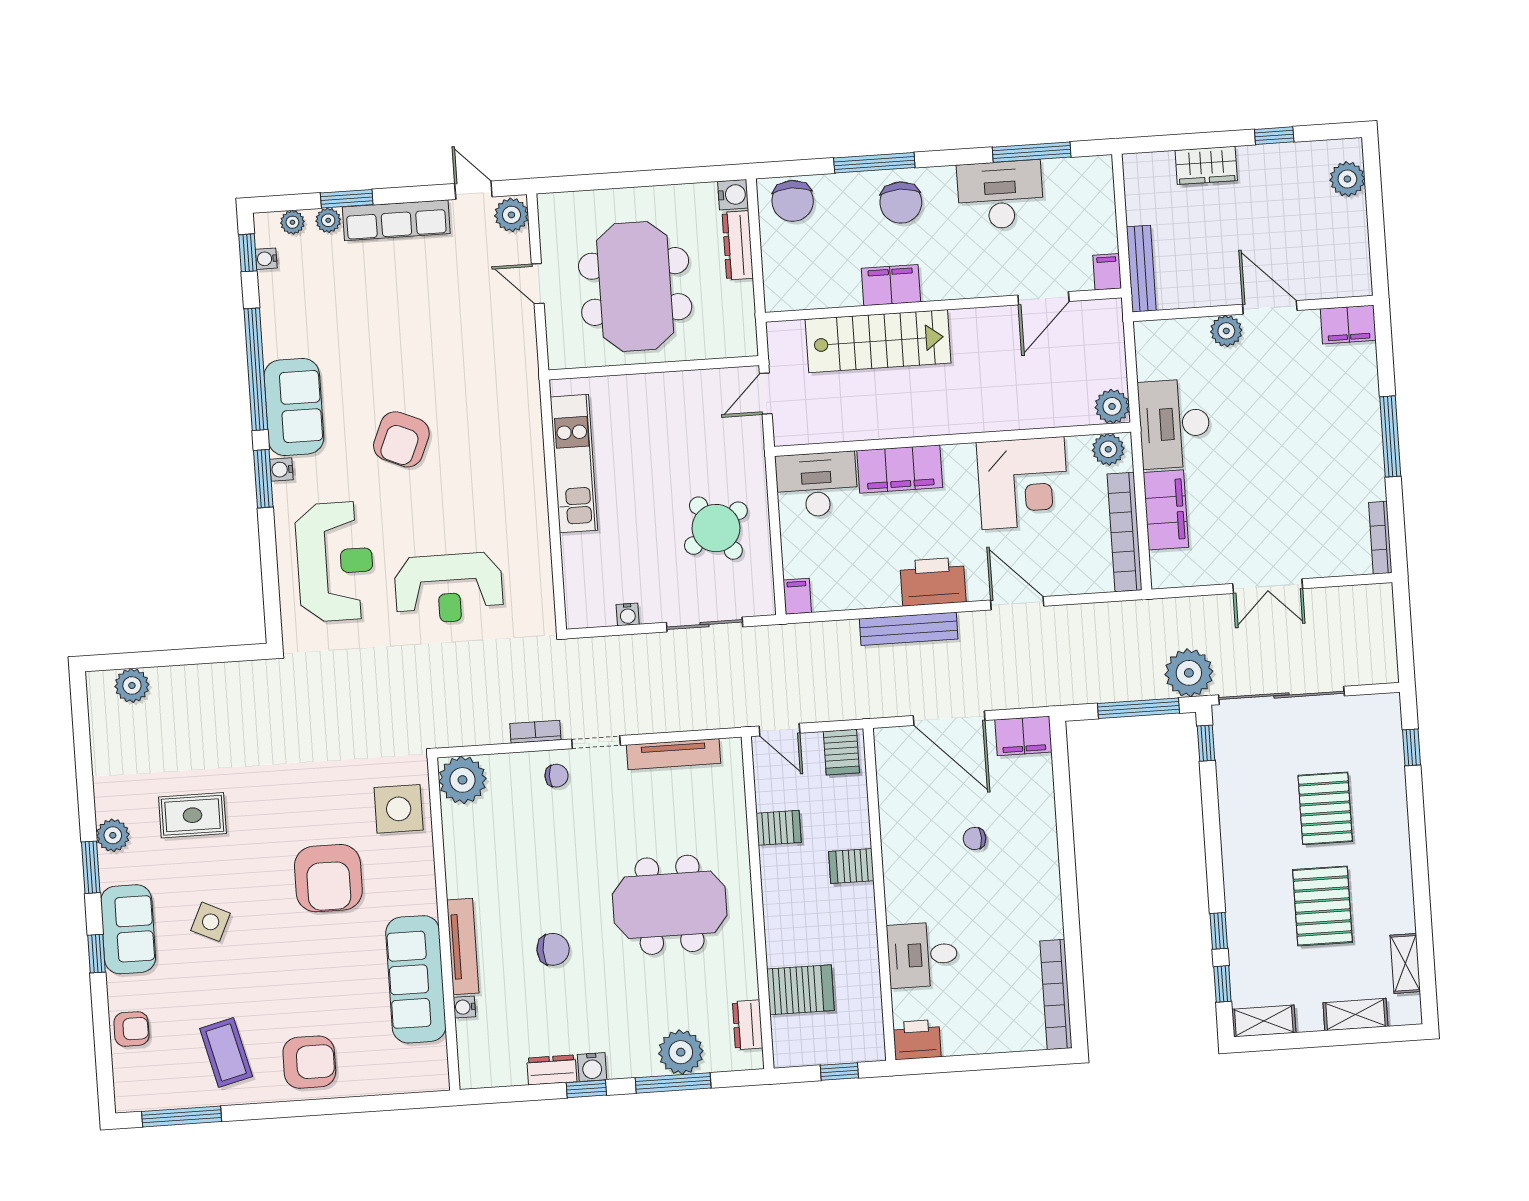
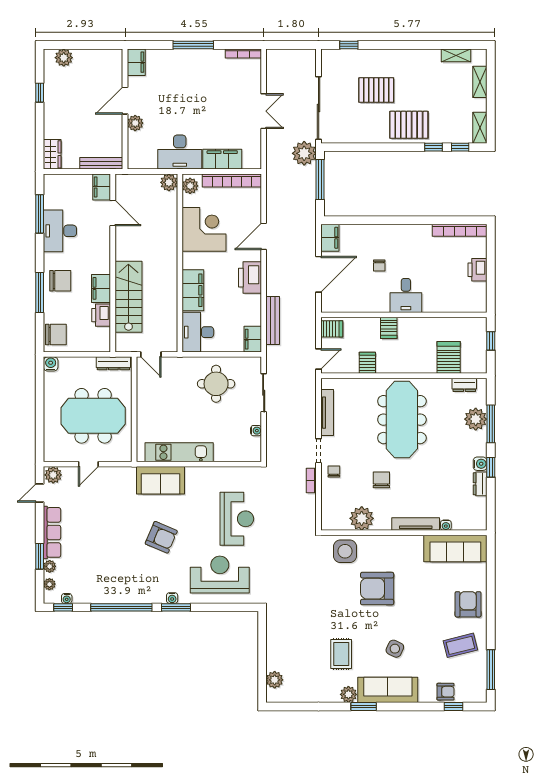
wardrobe: (1206, 165) -> (52, 154), moved
dresser: (738, 245) -> (113, 363), moved
filing cabinet: (1107, 272) -> (102, 187), width x2.00
printer: (838, 289) -> (101, 315), added
sofa: (294, 407) -> (161, 480), moved, turned 180
round table: (716, 528) -> (216, 384), turned 34
filing cabinet: (797, 596) -> (253, 339), width x2.00
bench: (909, 629) -> (273, 321), moved
window: (1206, 743) -> (340, 147), removed
plant: (462, 780) -> (362, 518), moved
armchair: (328, 878) -> (377, 589), turned 180
meeting table: (670, 905) -> (402, 420), width x1.36
pallet: (1323, 906) -> (409, 125), moved
sofa: (128, 929) -> (388, 690), width x1.36
chair: (553, 949) -> (381, 480), moved
window: (97, 954) -> (453, 706), moved
desk: (923, 955) -> (406, 295), moved
sofa: (416, 979) -> (455, 548), moved
armchair: (131, 1029) -> (445, 692), turned 90
printer: (917, 1040) -> (477, 270), moved

